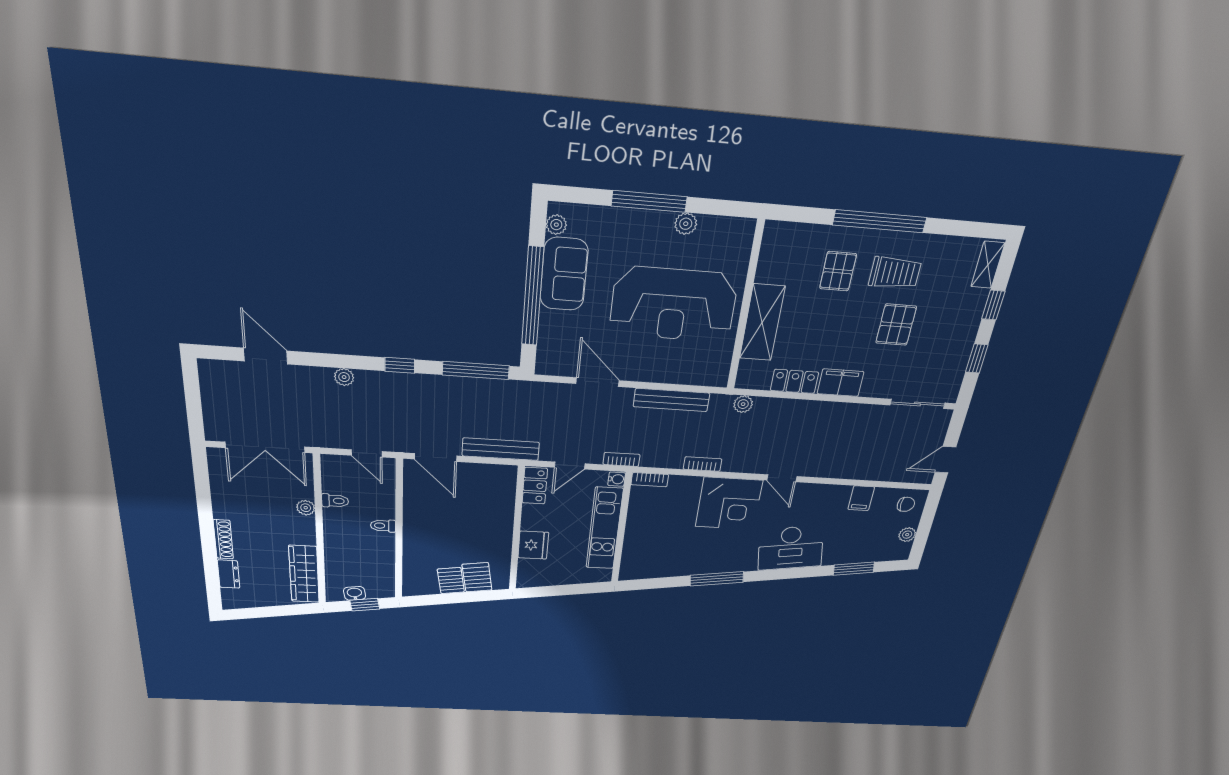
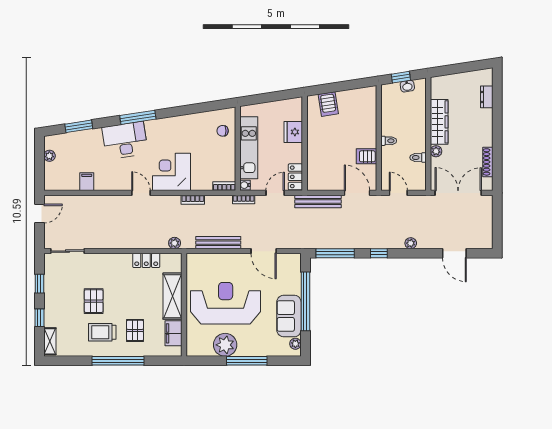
plant: (686, 224) -> (225, 345), width x1.88, depth x1.88
filing cabinet: (840, 383) -> (173, 333), moved, turned 90
chair: (906, 504) -> (223, 131), moved
shoe rack: (223, 539) -> (488, 162), moved
wardrobe: (304, 574) -> (439, 122), moved
window: (717, 579) -> (138, 117), moved
server rack: (451, 581) -> (367, 156), moved, turned 99

